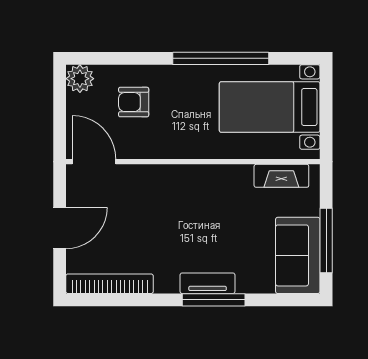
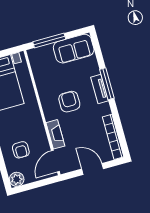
fireplace: (281, 176) -> (55, 134), moved
armchair: (200, 219) -> (69, 102), added
window: (326, 240) -> (49, 40), moved

